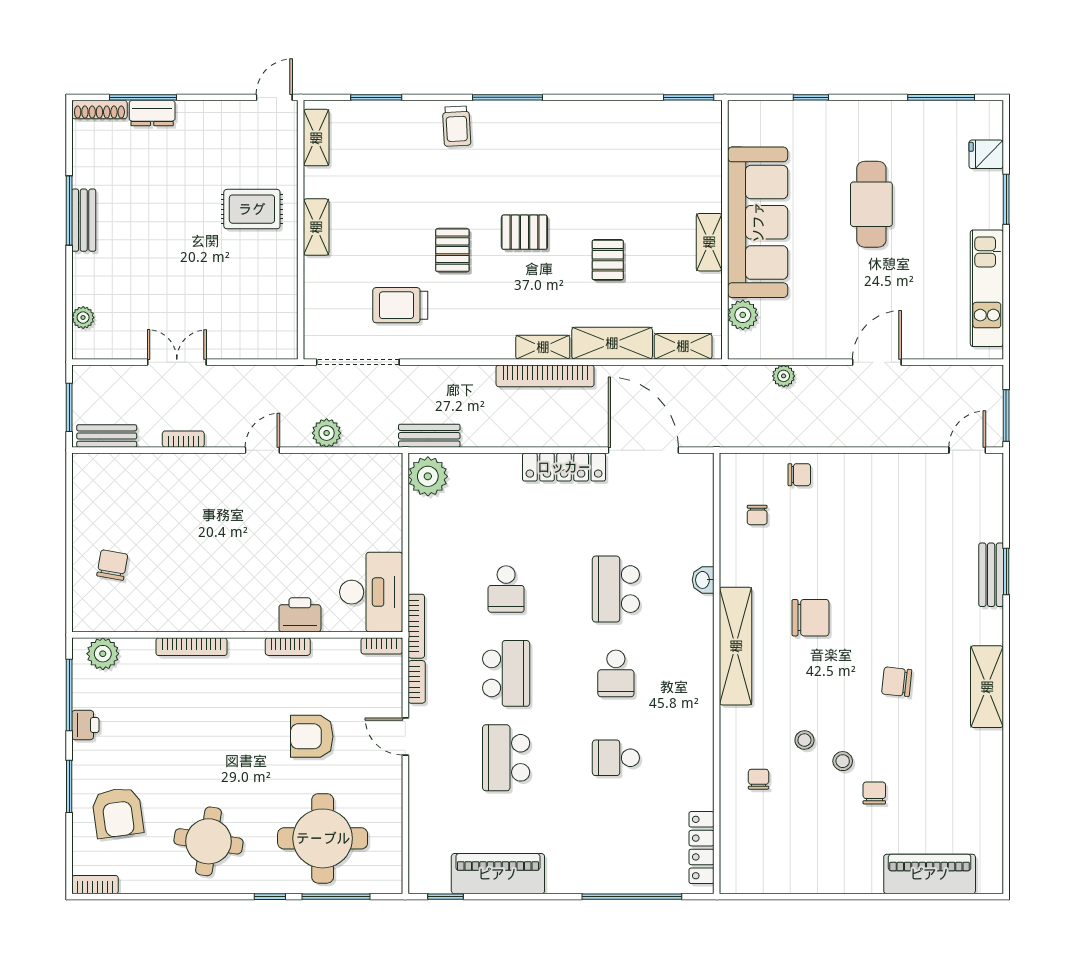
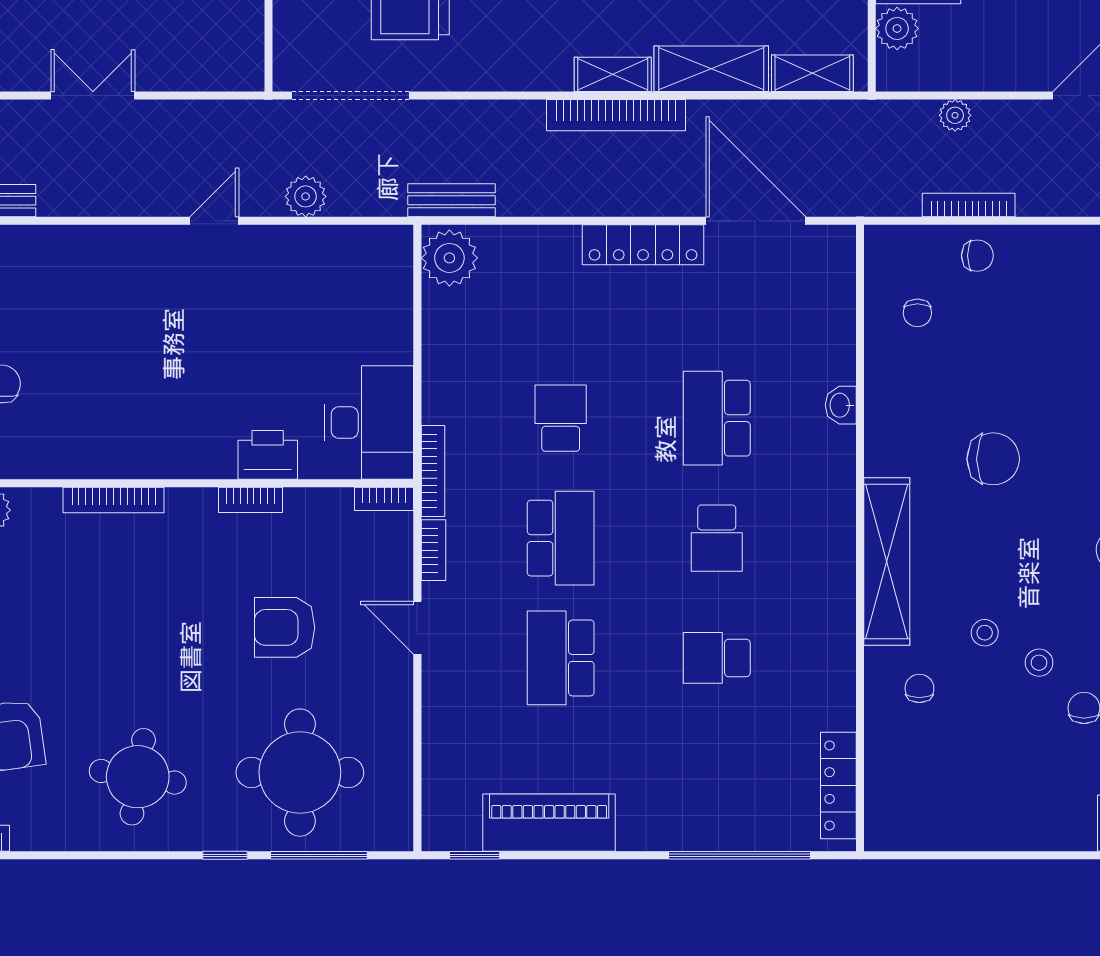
bookcase: (183, 439) -> (969, 205), moved, width x1.56
school desk: (506, 589) -> (561, 418), turned 180
shelving: (736, 646) -> (887, 562), moved

